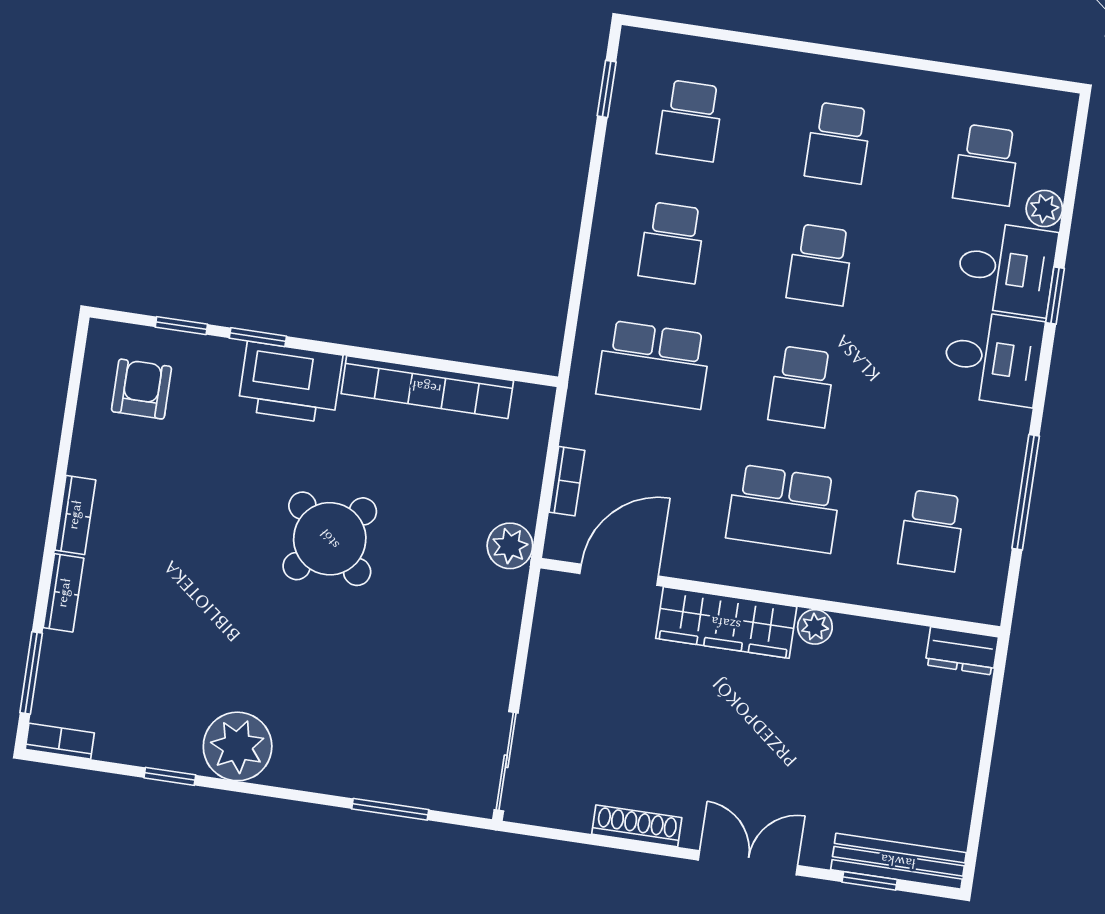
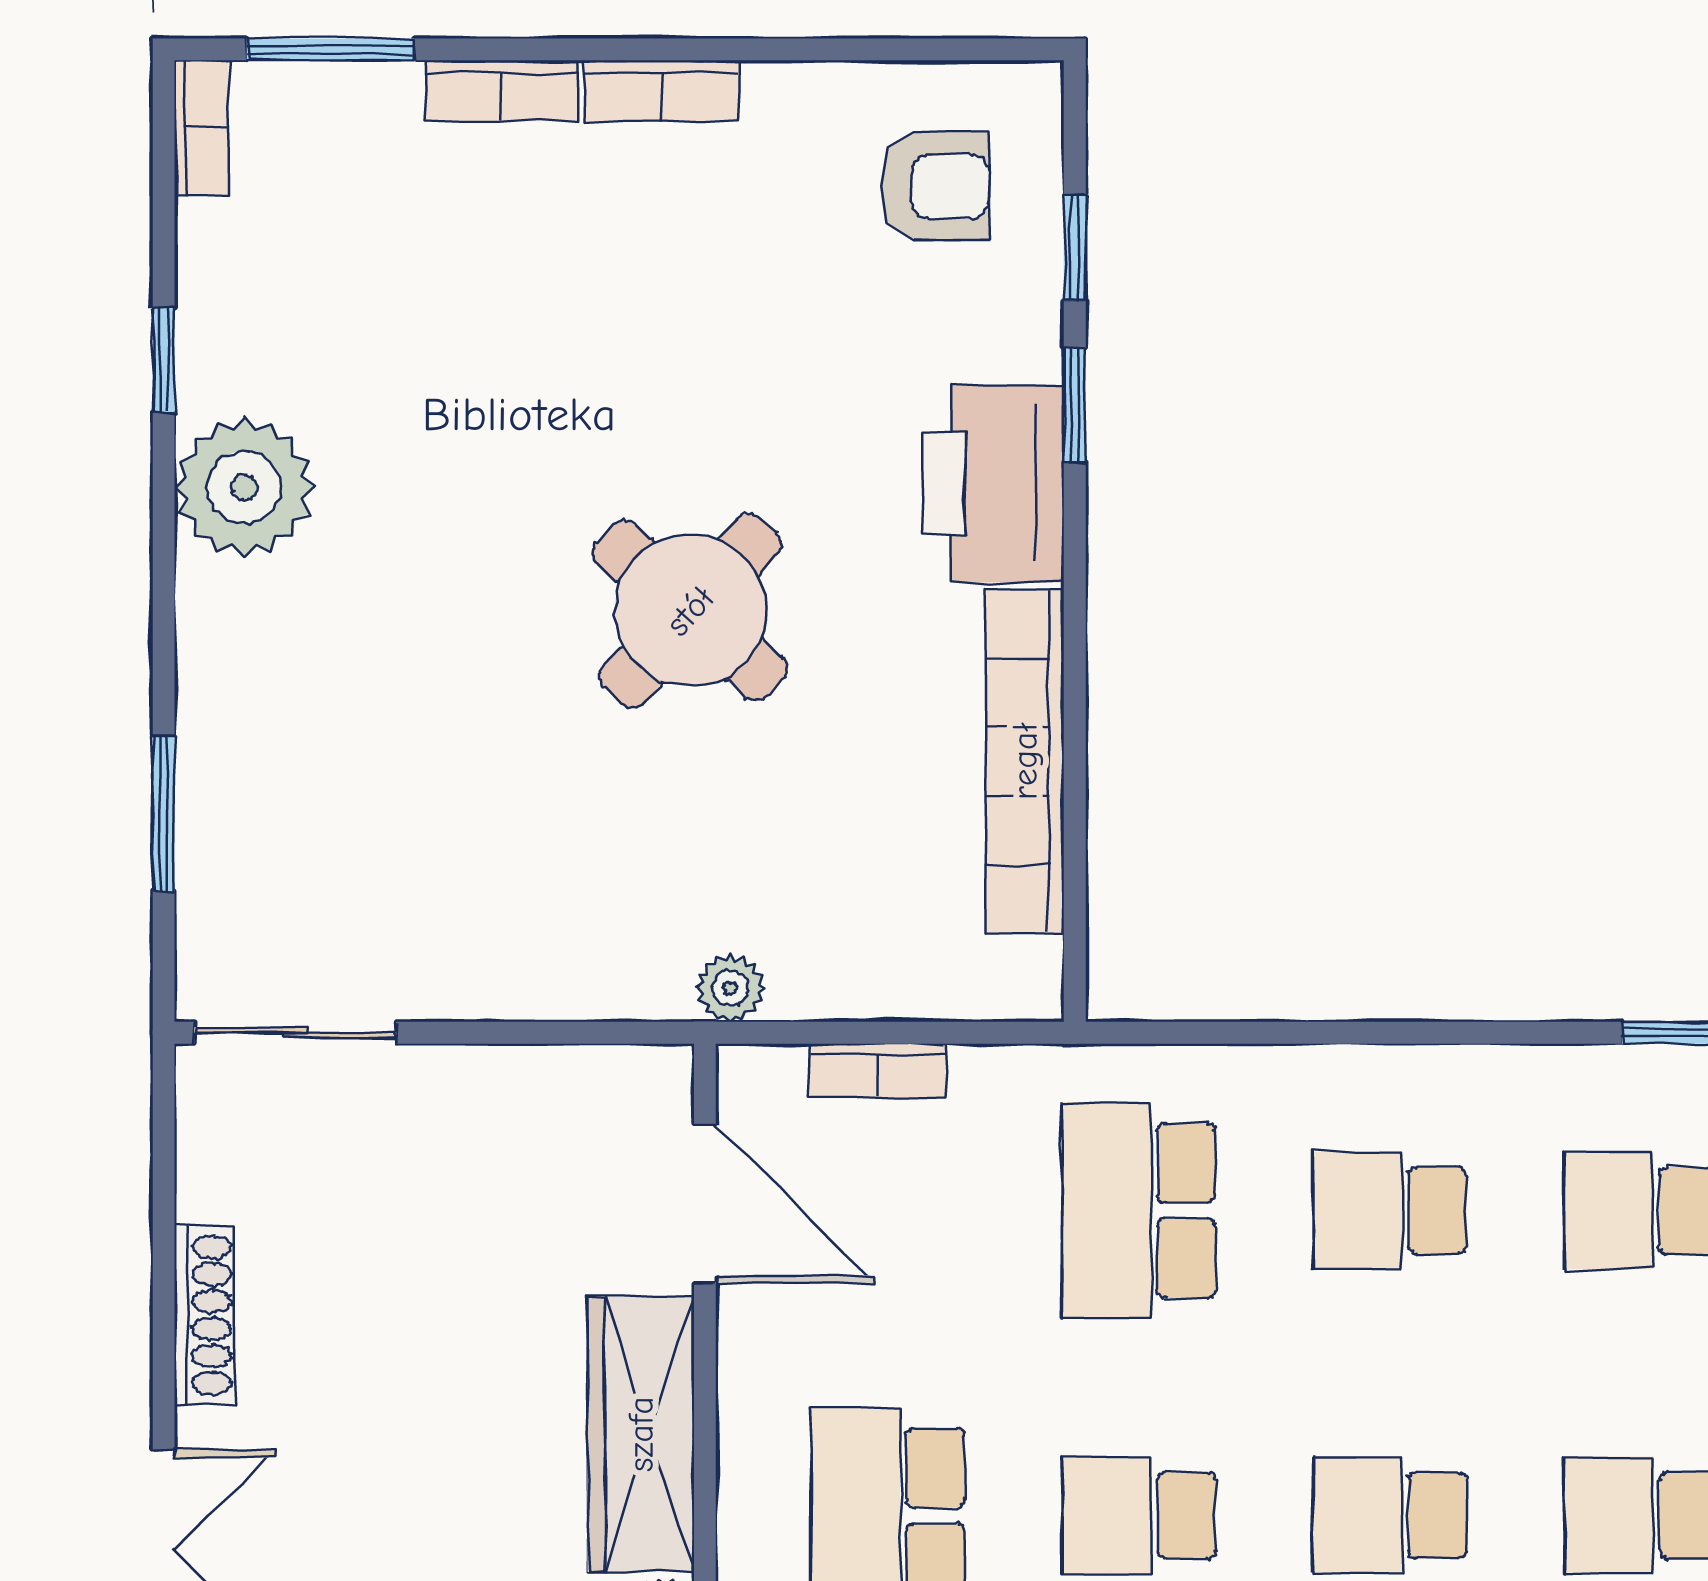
plant: (510, 546) -> (730, 988), width x0.73, depth x0.73

